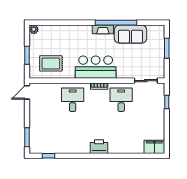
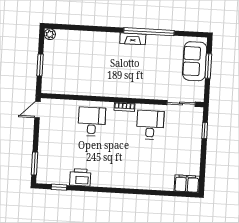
sofa: (130, 34) -> (195, 61), moved, turned 90
rug: (51, 63) -> (68, 76), removed
bar counter: (96, 67) -> (122, 84), removed
printer: (99, 147) -> (80, 177), moved

